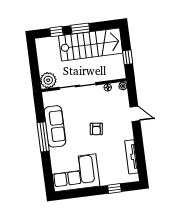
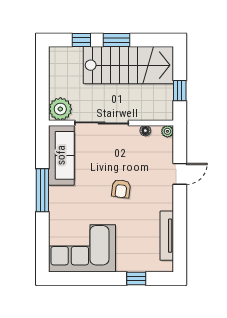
door: (135, 114) -> (180, 174), hinge flipped
sofa: (55, 126) -> (61, 155), moved

